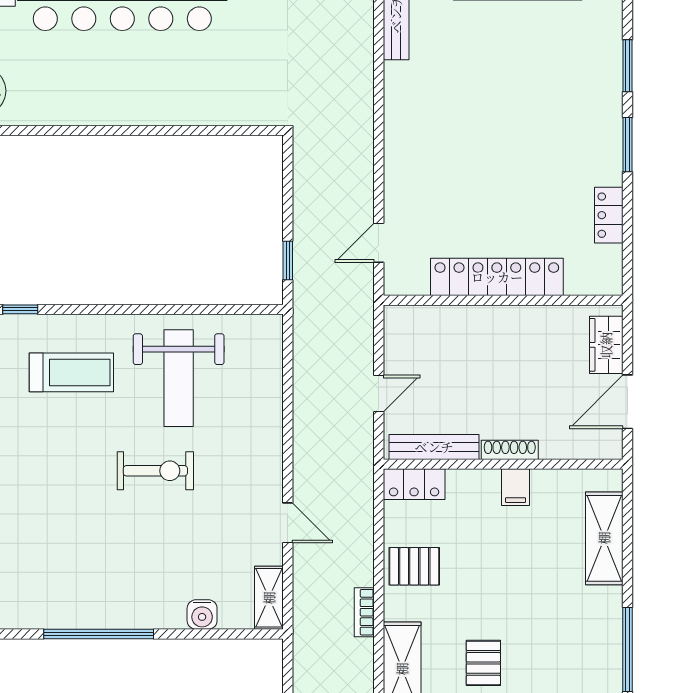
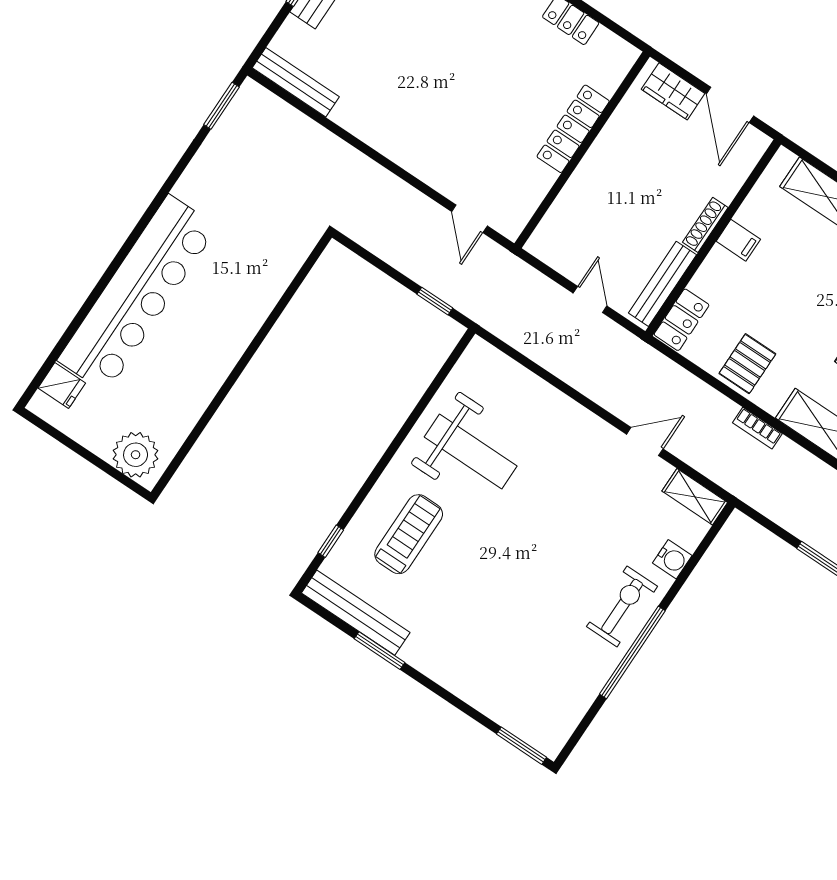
locker: (497, 277) -> (573, 129), width x0.71, depth x0.83
exercise bike: (155, 471) -> (622, 606), moved

